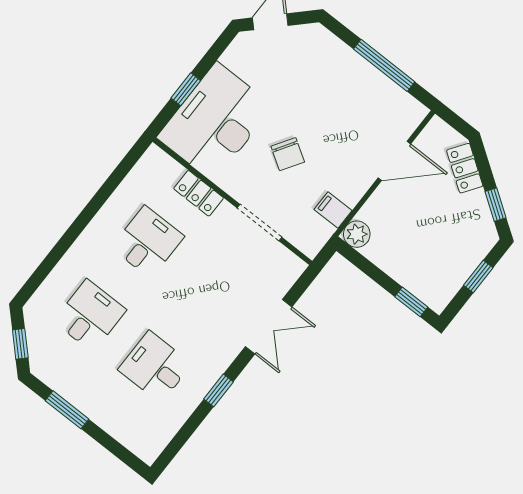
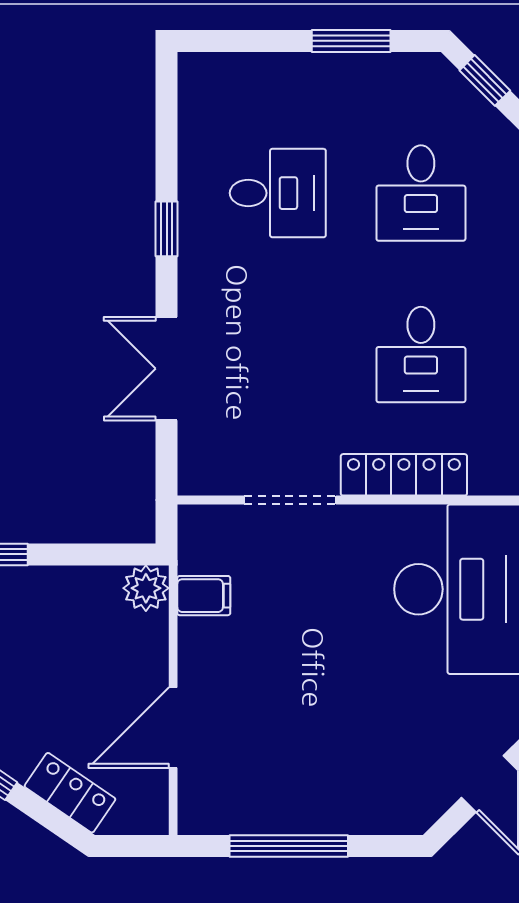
chair: (288, 154) -> (325, 623), removed
locker: (199, 193) -> (404, 475), width x1.53

